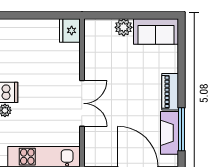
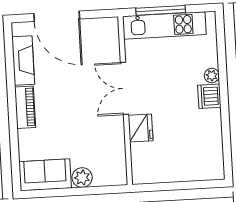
fridge: (70, 30) -> (141, 128), moved
window: (182, 129) -> (10, 65), removed

